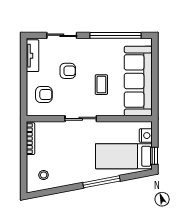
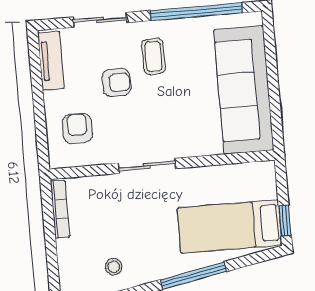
coffee table: (101, 85) -> (154, 56), moved
armchair: (44, 94) -> (77, 128), turned -90
nightstand: (146, 136) -> (266, 186), removed
stool: (44, 175) -> (114, 267), moved

